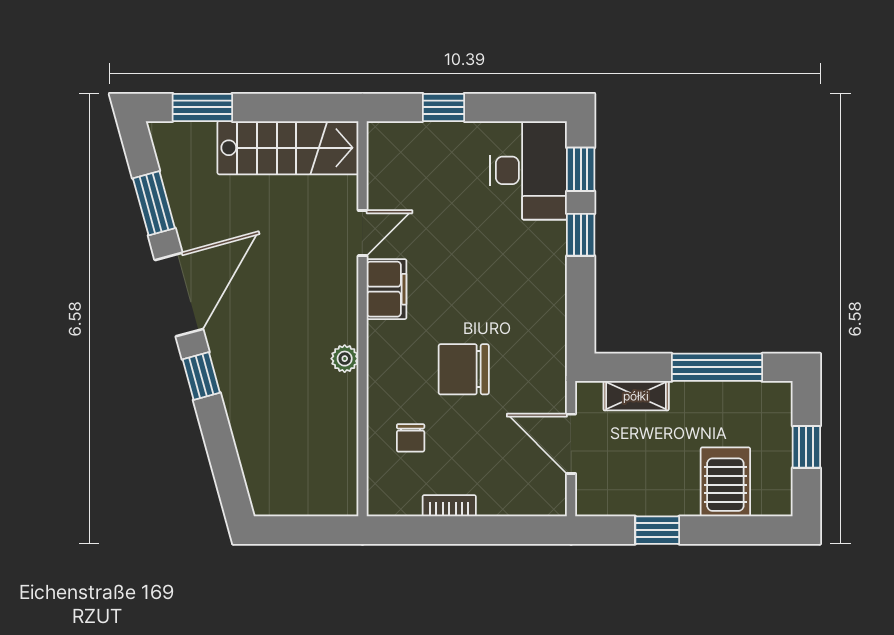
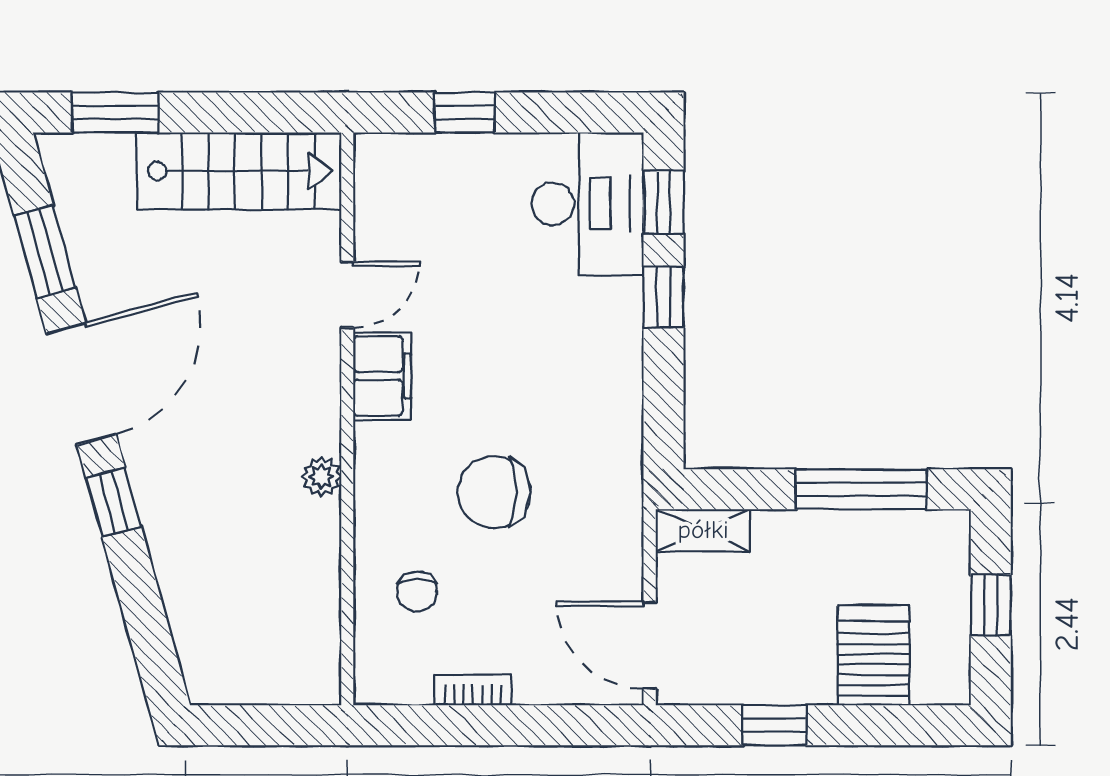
shelving: (636, 396) -> (703, 530), moved
door: (571, 444) -> (650, 645), moved

